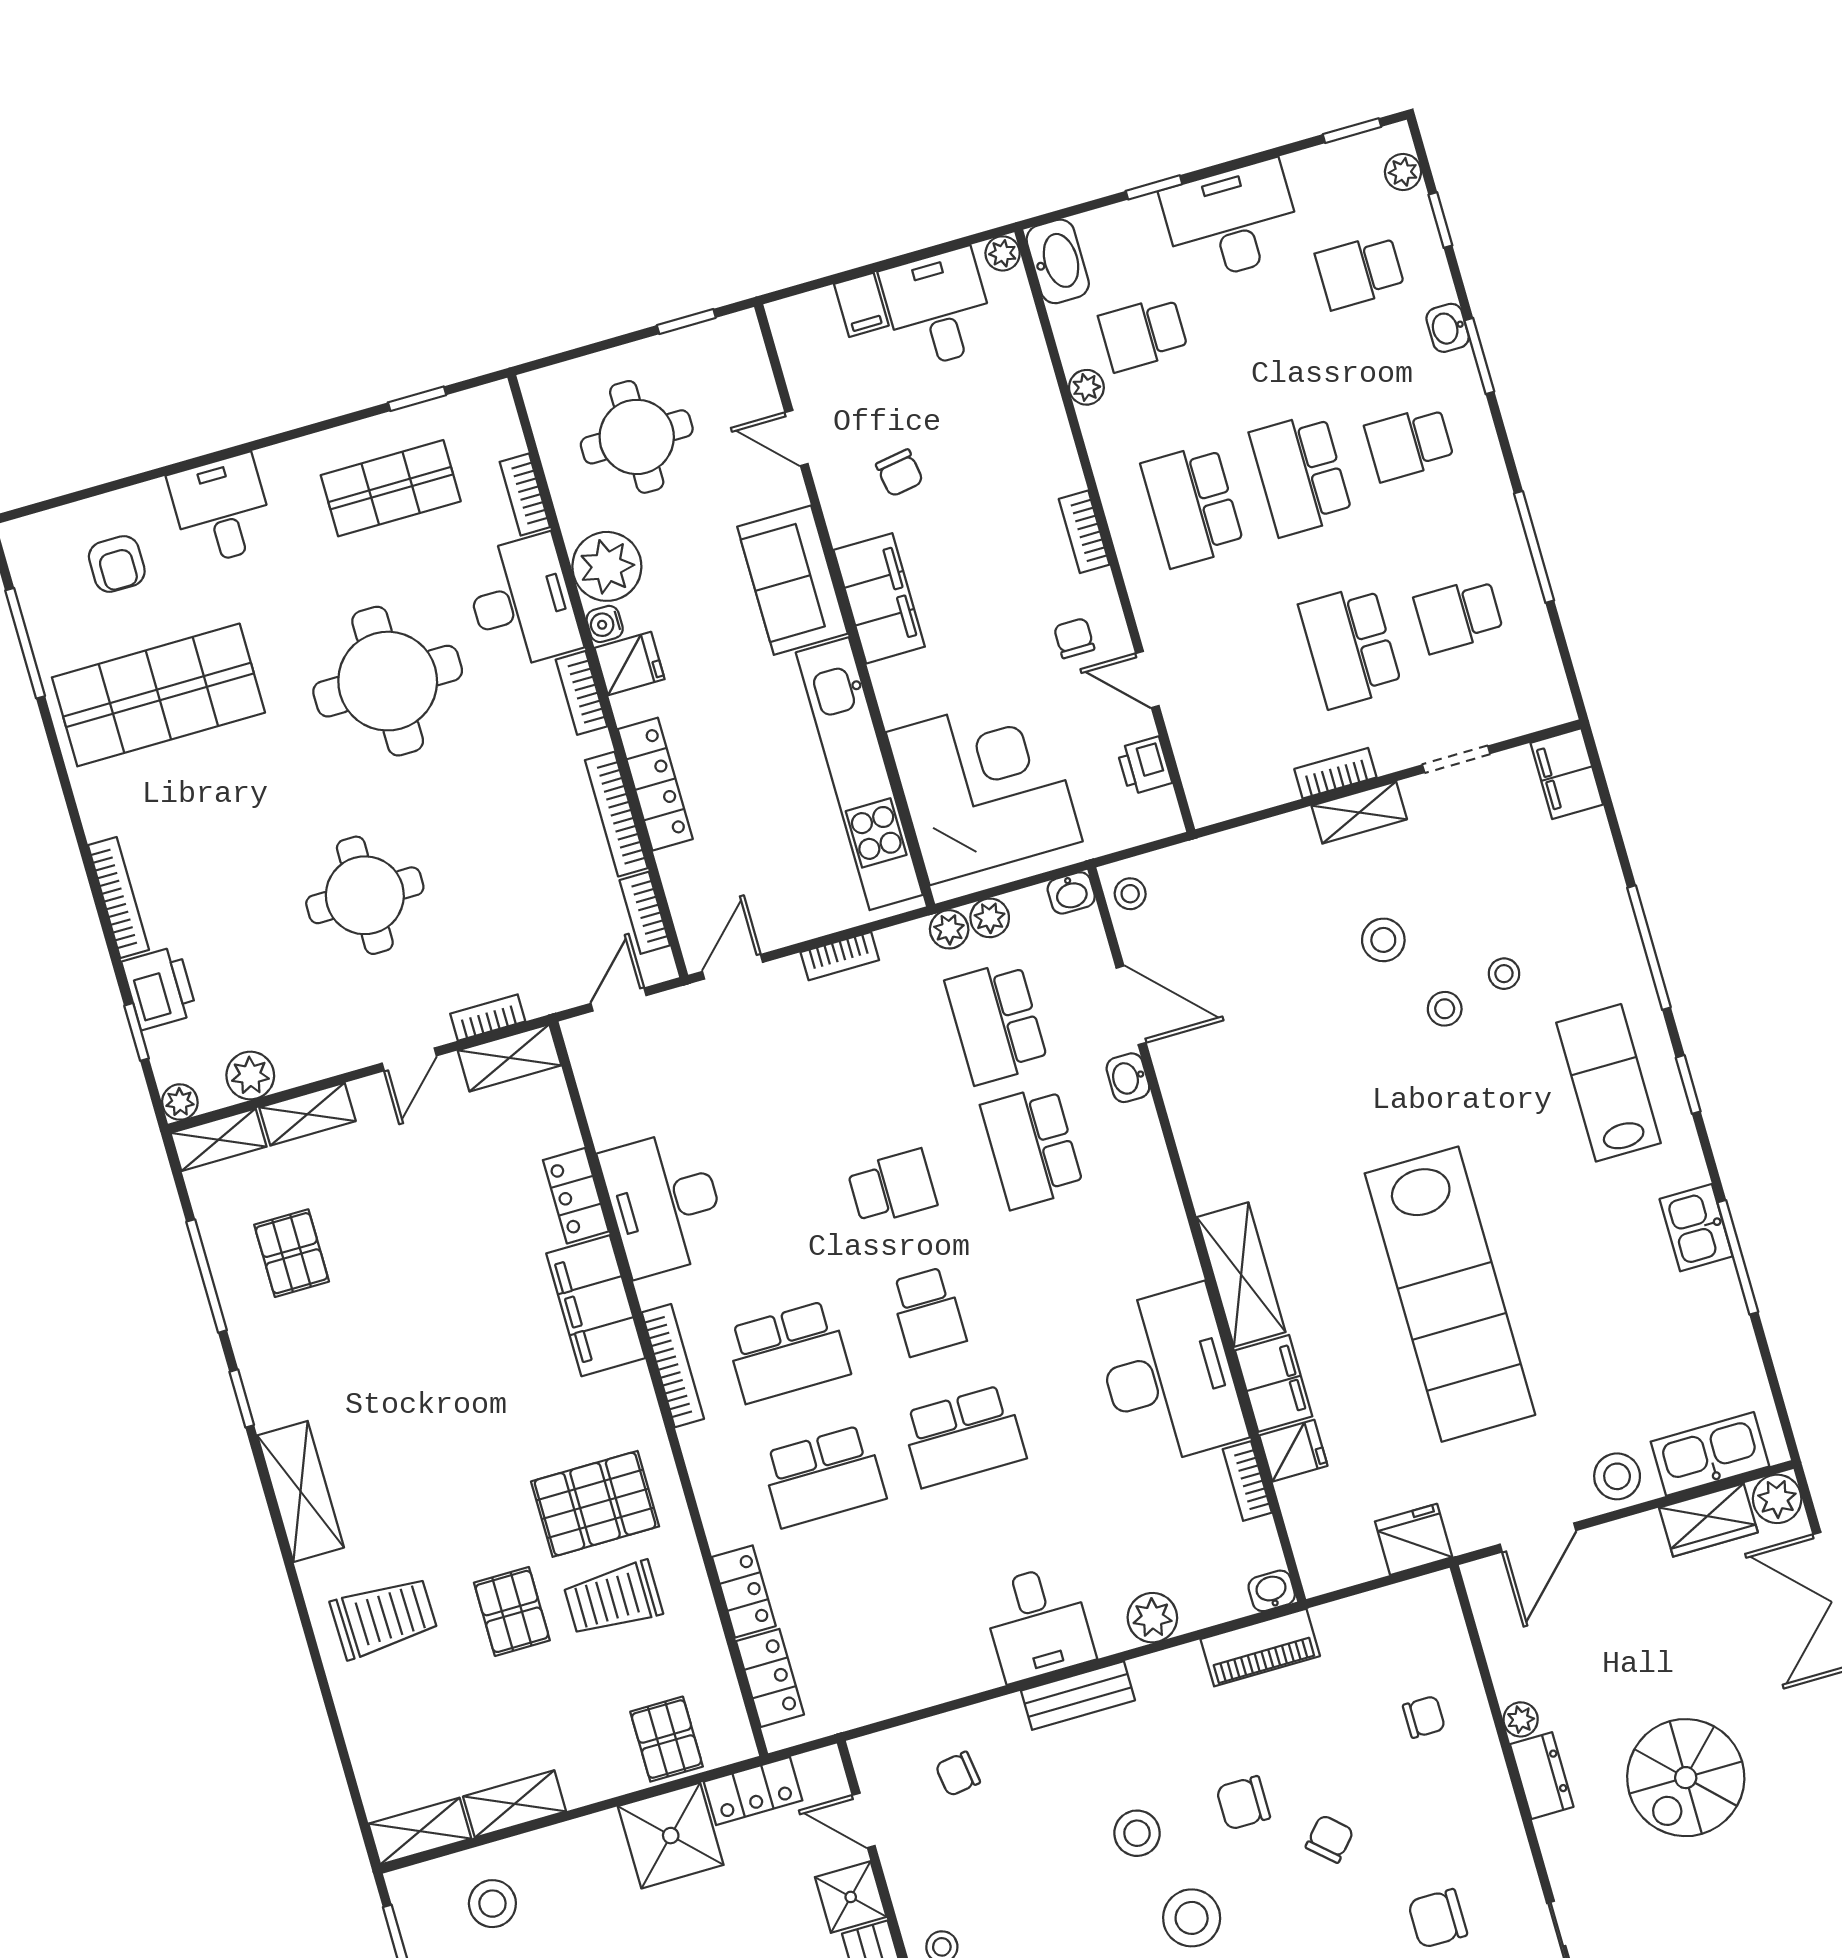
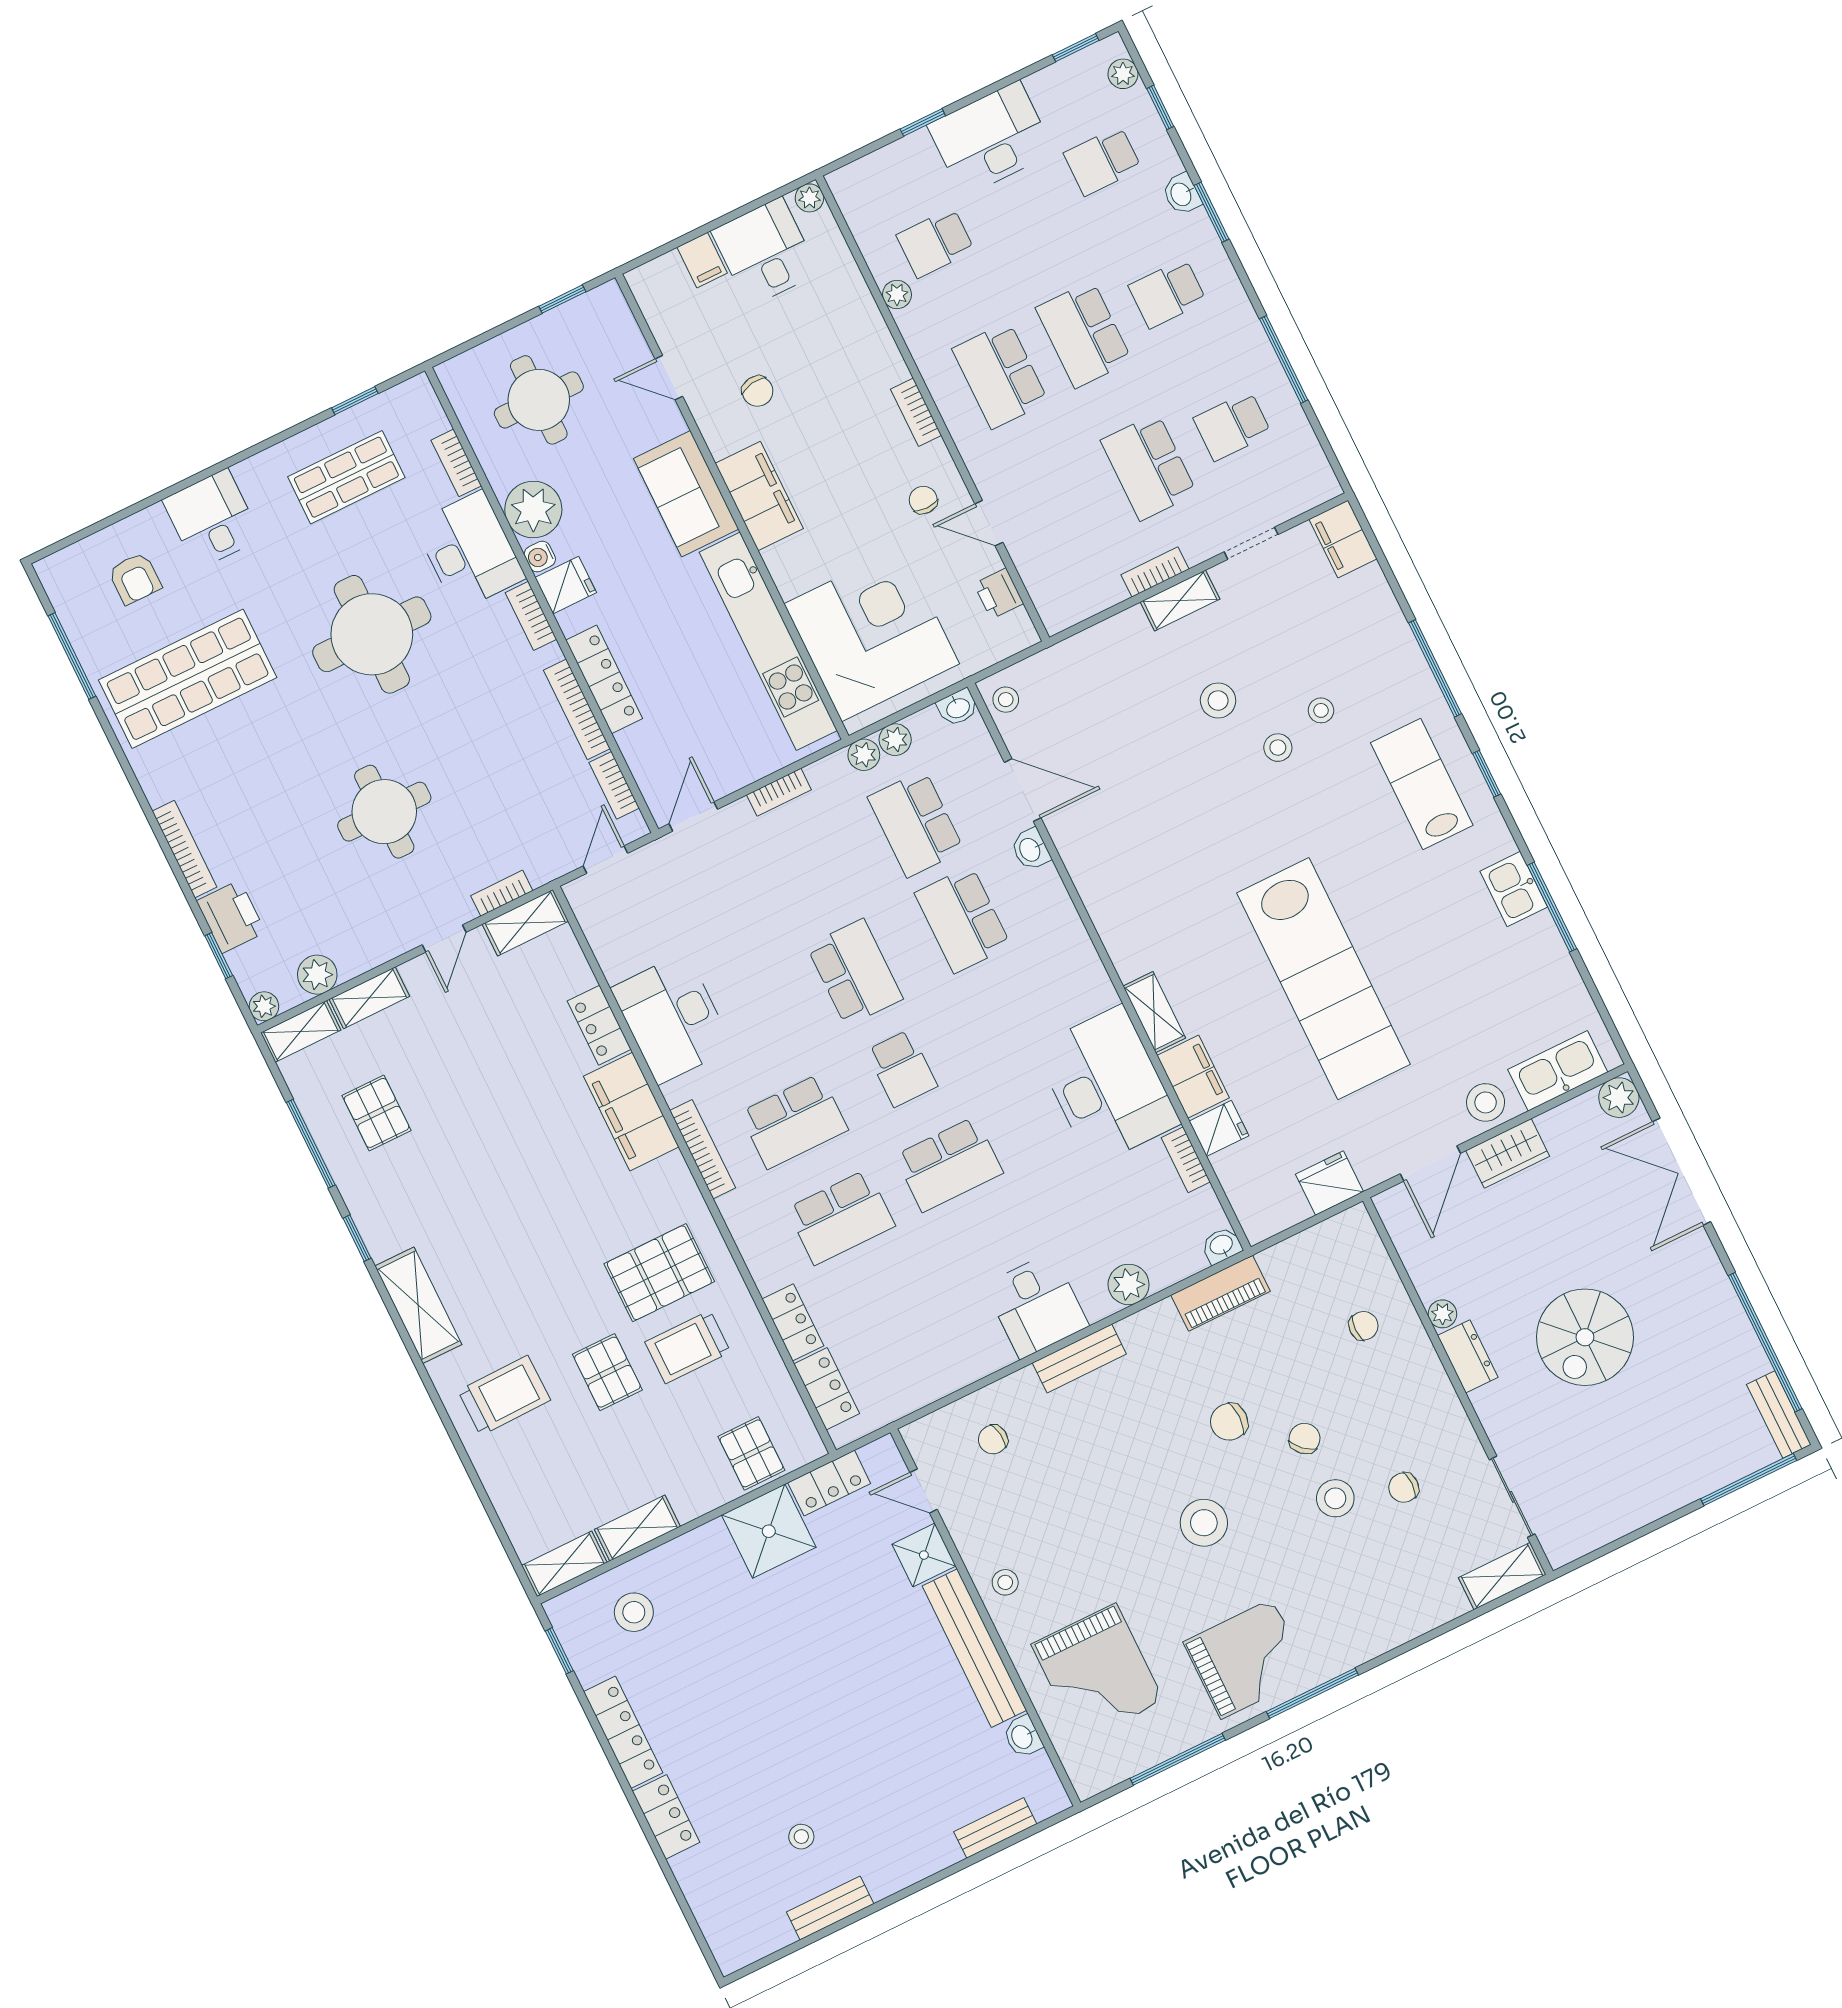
washbasin: (1058, 261) -> (855, 196), removed
school desk: (892, 1187) -> (855, 972), width x1.85
shelving: (1241, 1275) -> (1154, 1012), width x0.67, depth x0.75
wardrobe: (1708, 1520) -> (1508, 1153), moved
stool: (1137, 1833) -> (1335, 1498), moved
chair: (1438, 1918) -> (1404, 1488), width x0.73, depth x0.73

